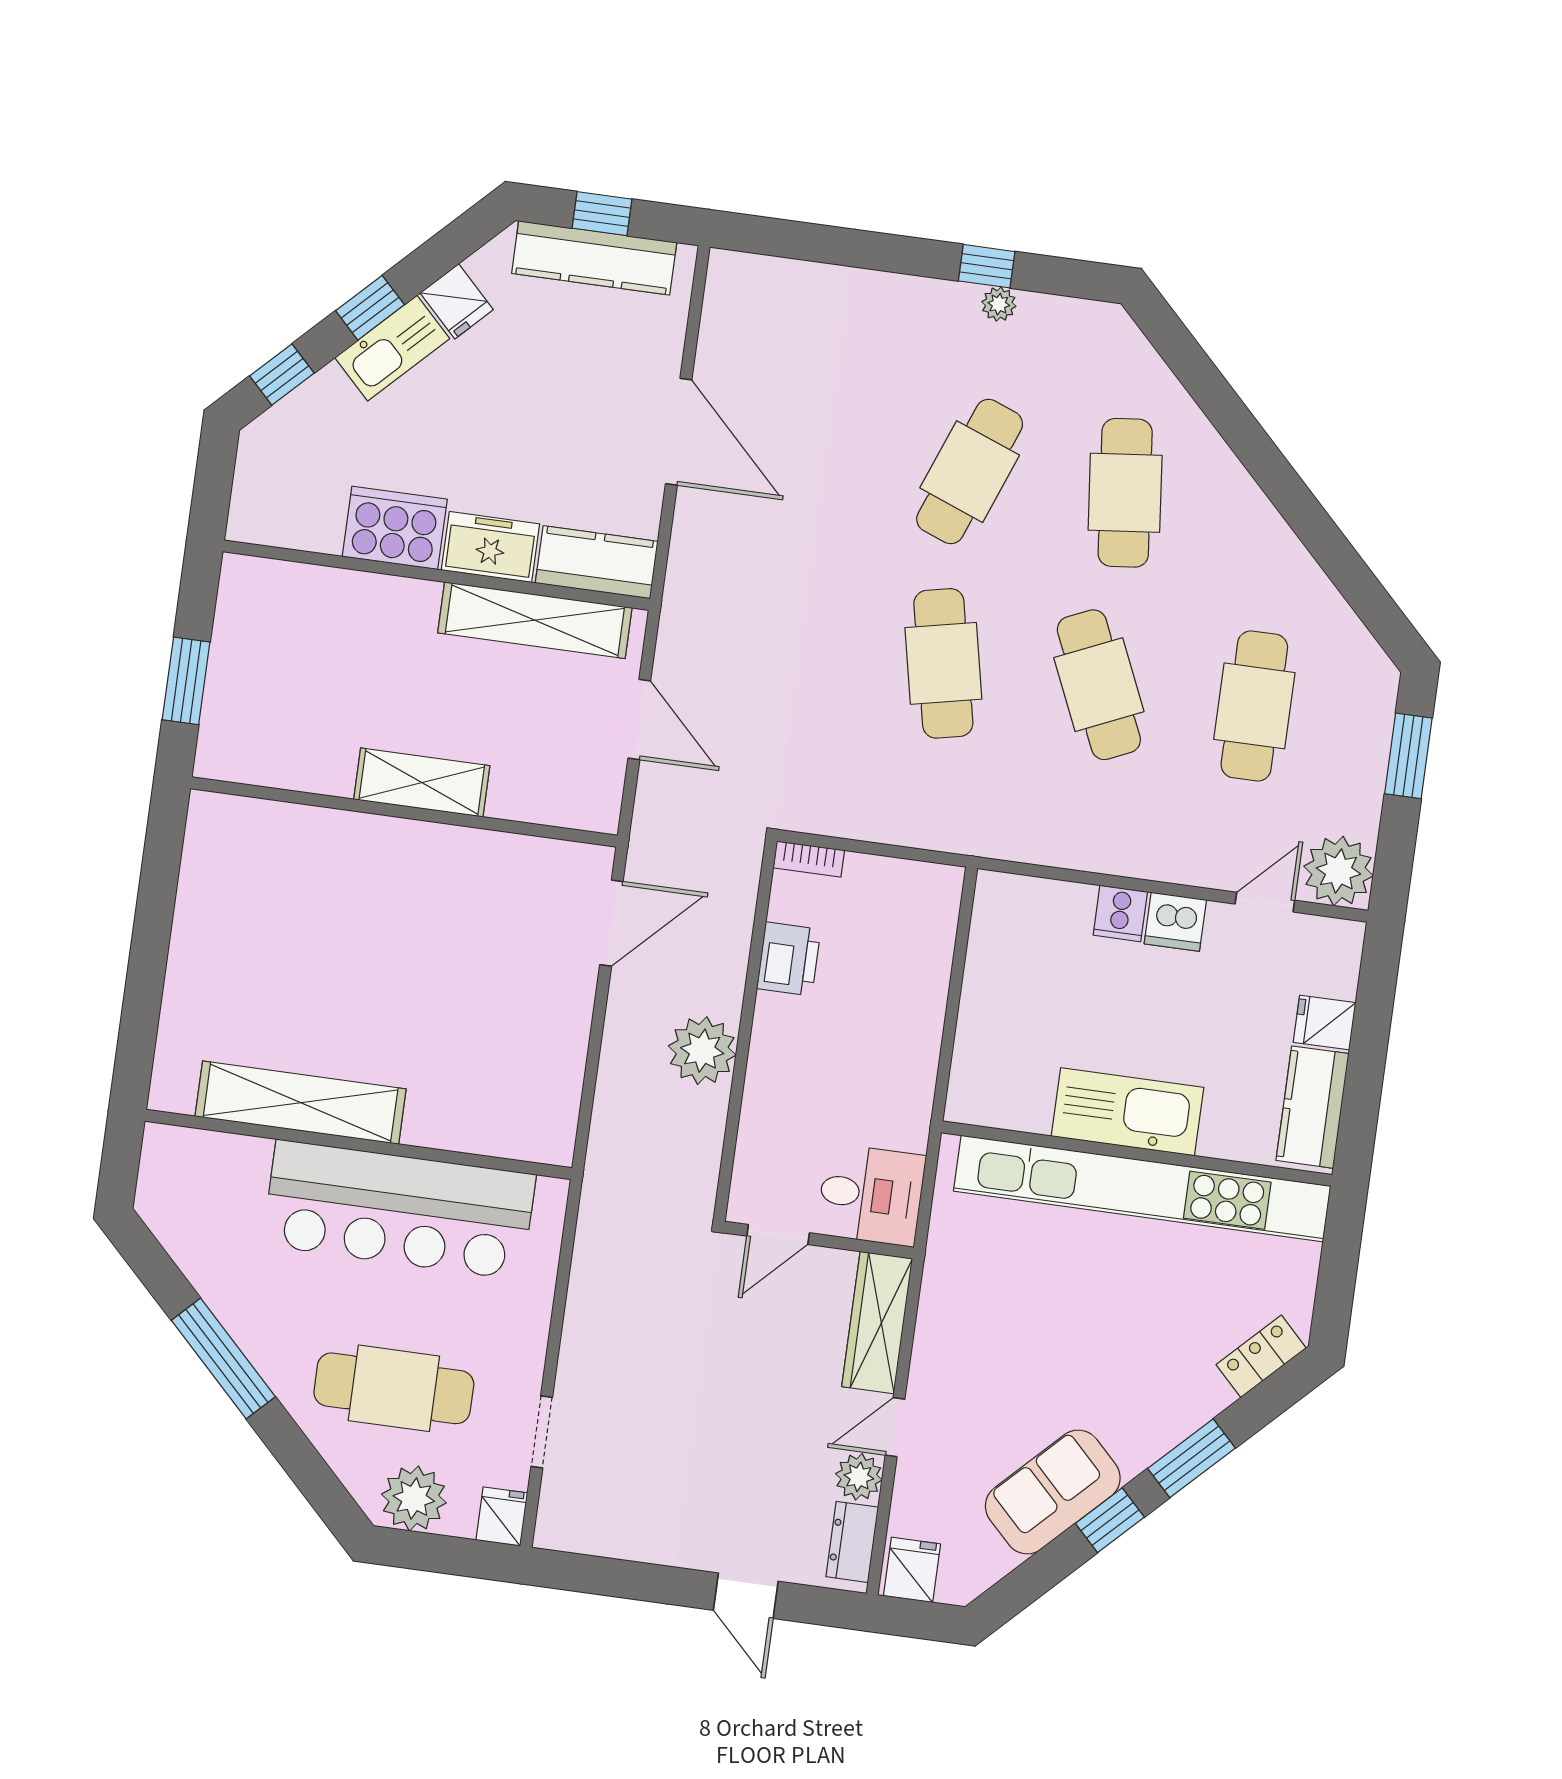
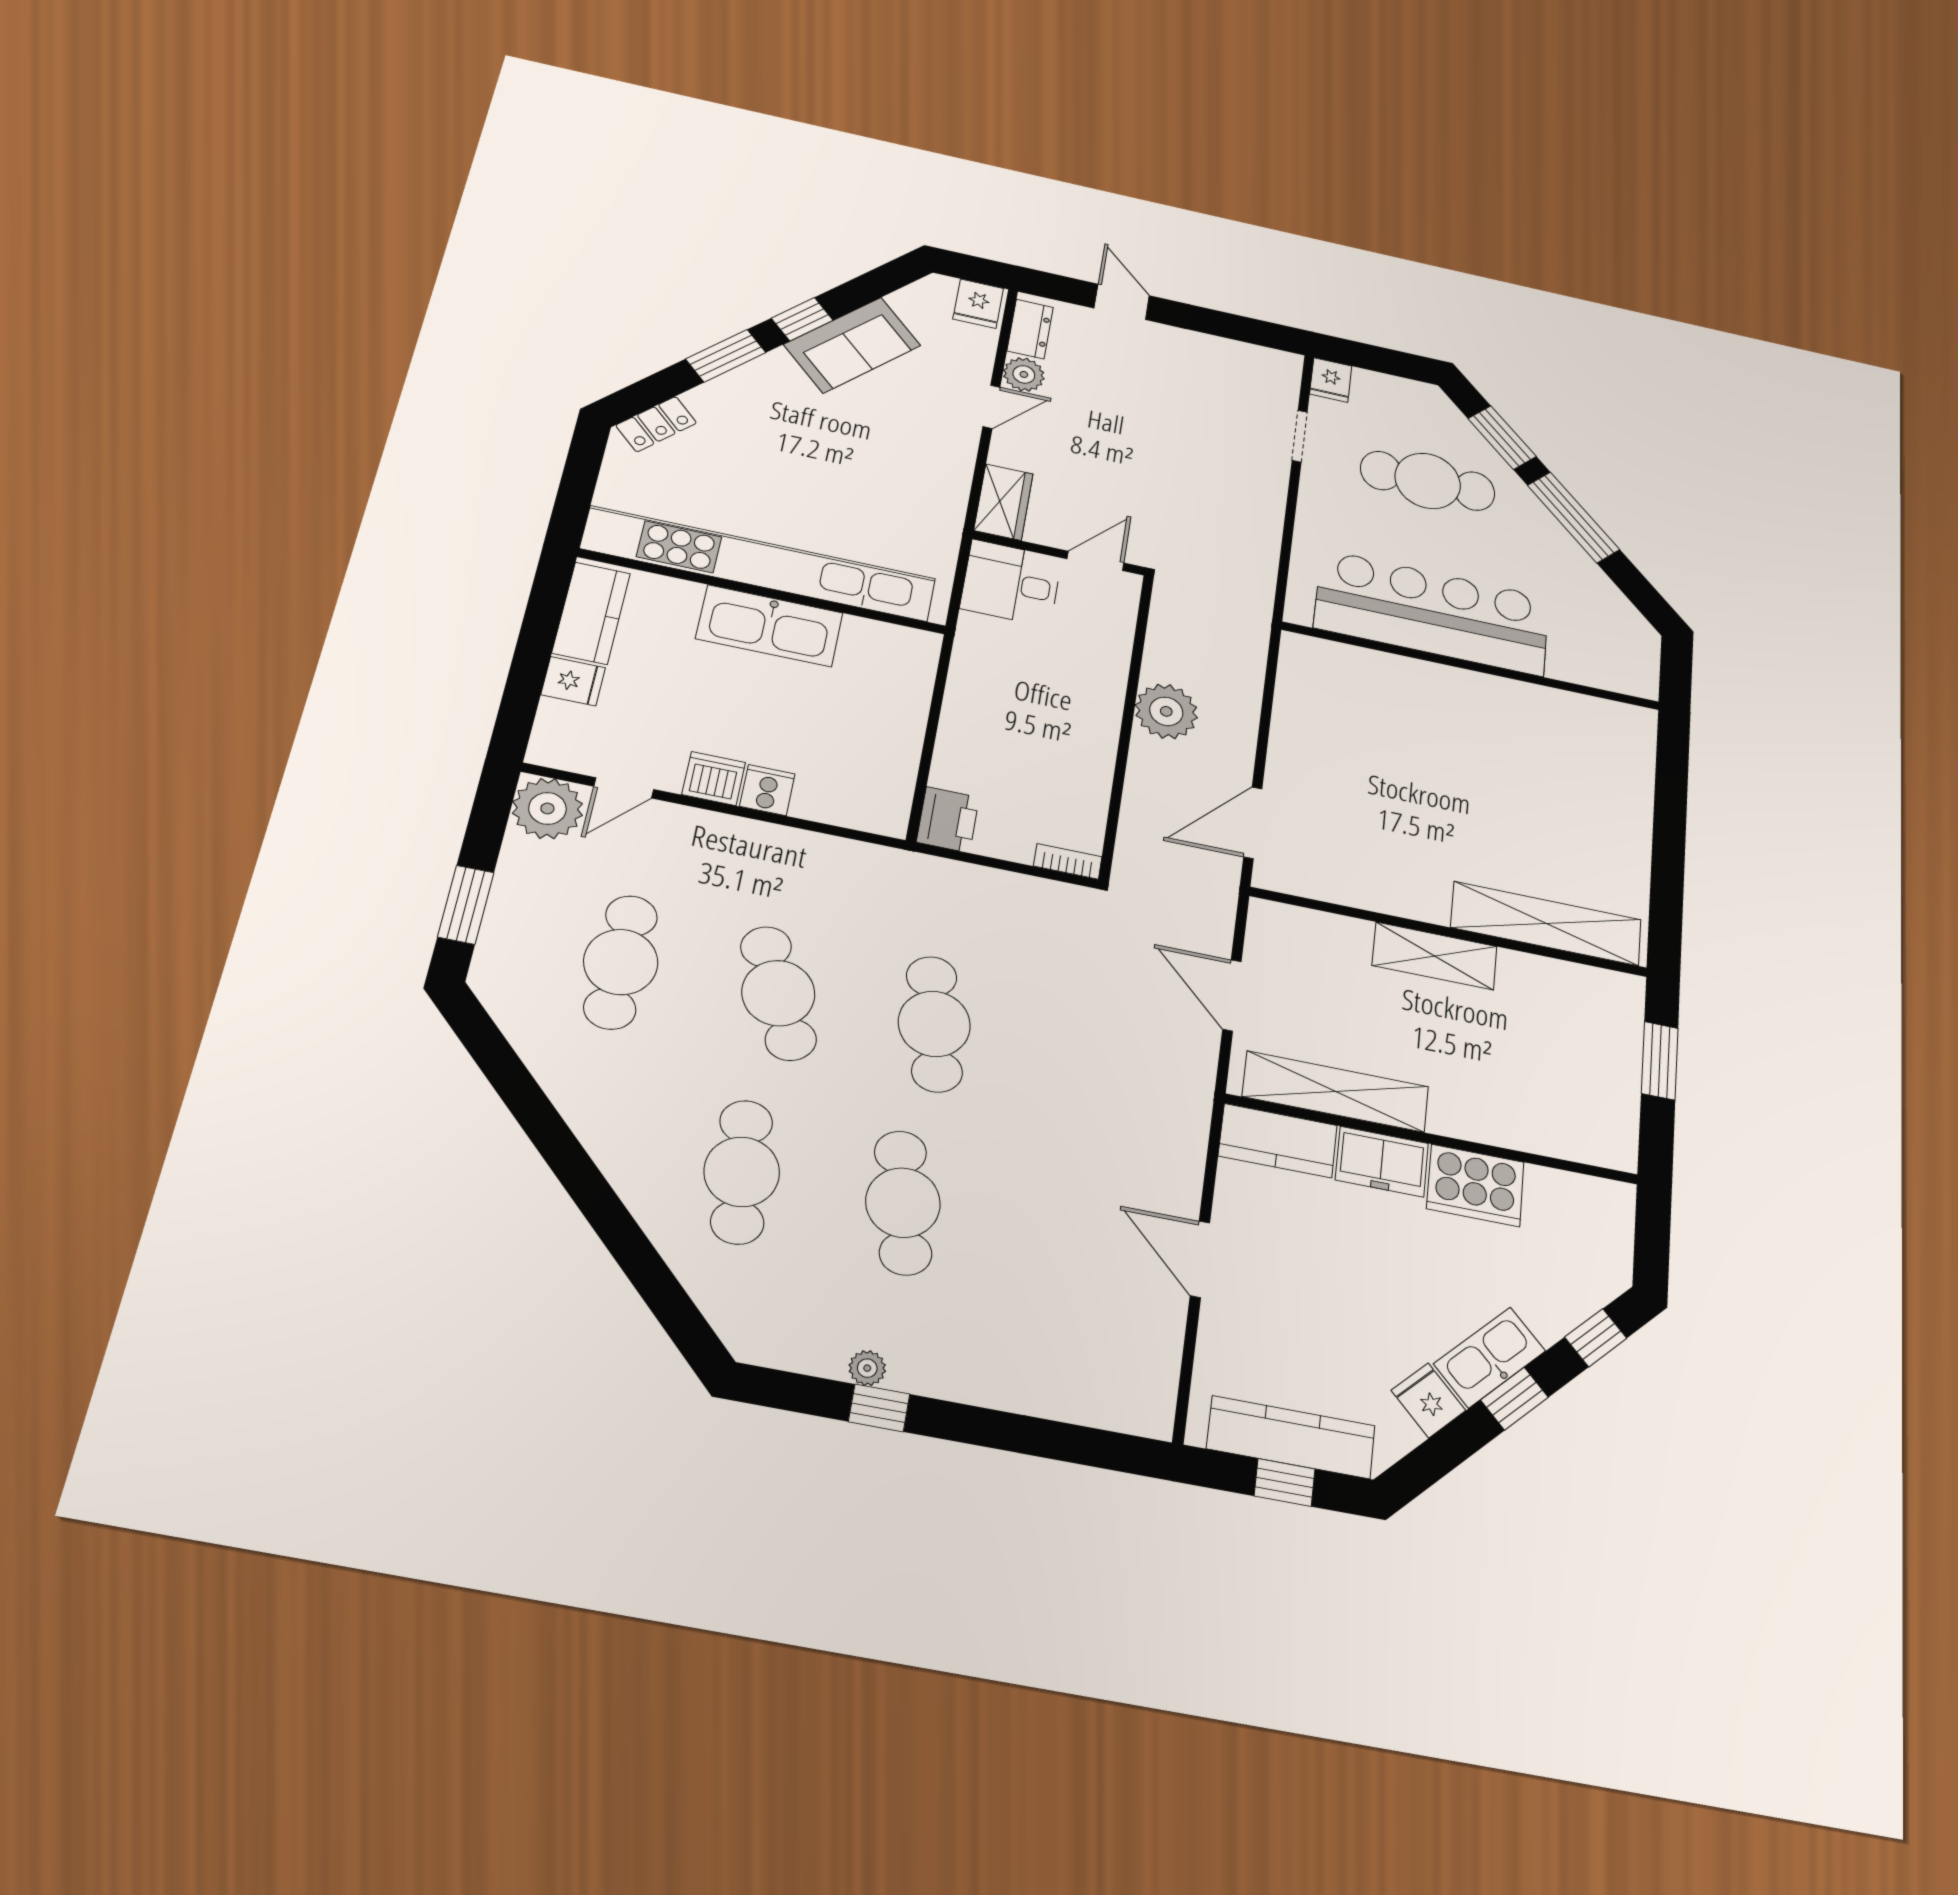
door: (679, 432) -> (1200, 1259), width x0.73
cafe table: (970, 472) -> (903, 1203), turned -33
printer: (789, 959) -> (948, 820), moved, turned 180
shelving: (301, 1103) -> (1546, 924), moved
wardrobe: (877, 1323) -> (1003, 502), width x0.67
window: (301, 1461) -> (1502, 438), added
plant: (414, 1498) -> (1405, 401), removed

